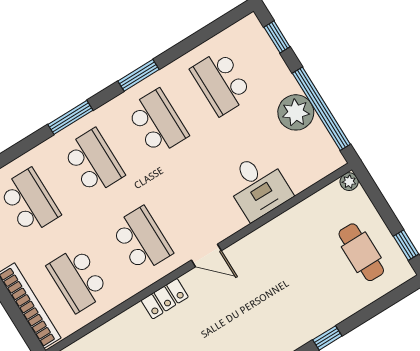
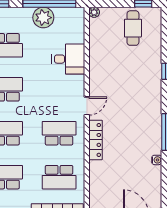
cafe table: (361, 252) -> (133, 28), turned 90
locker: (165, 299) -> (95, 140), width x1.53

